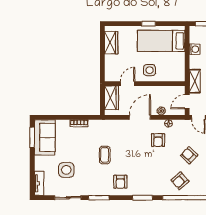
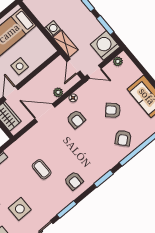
washing machine: (195, 49) -> (53, 29), moved
door: (140, 117) -> (45, 113), hinge flipped

